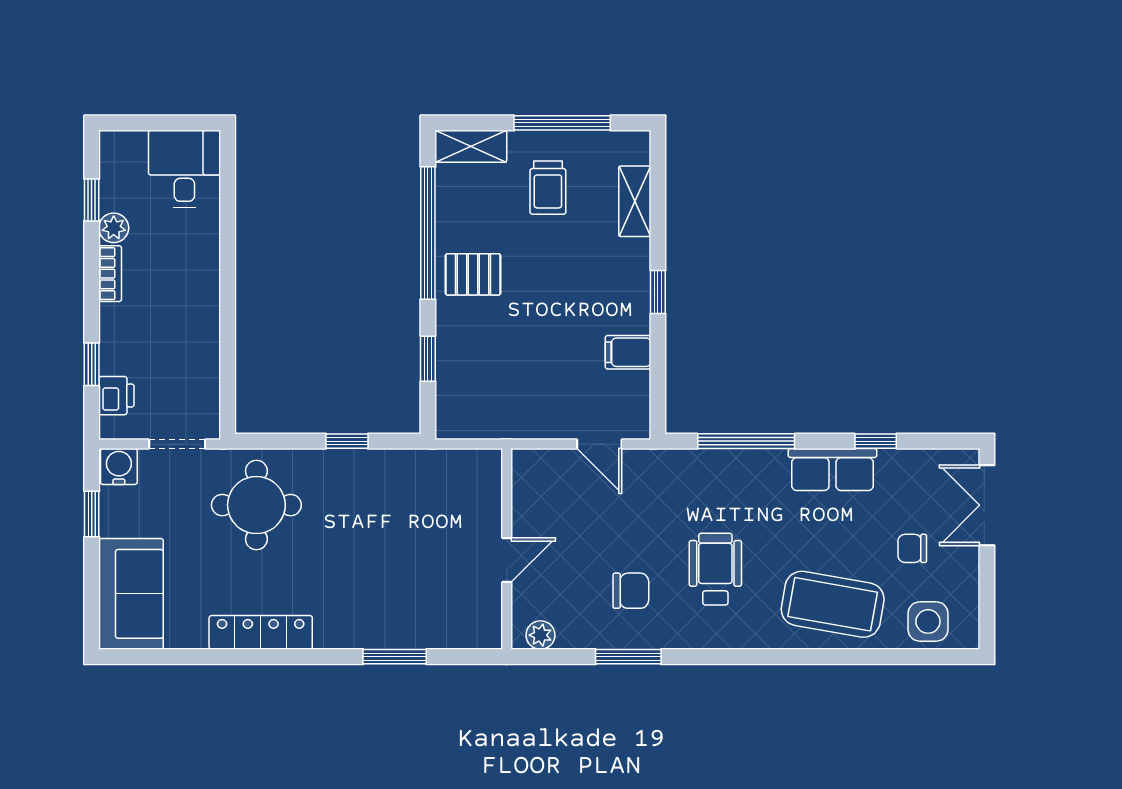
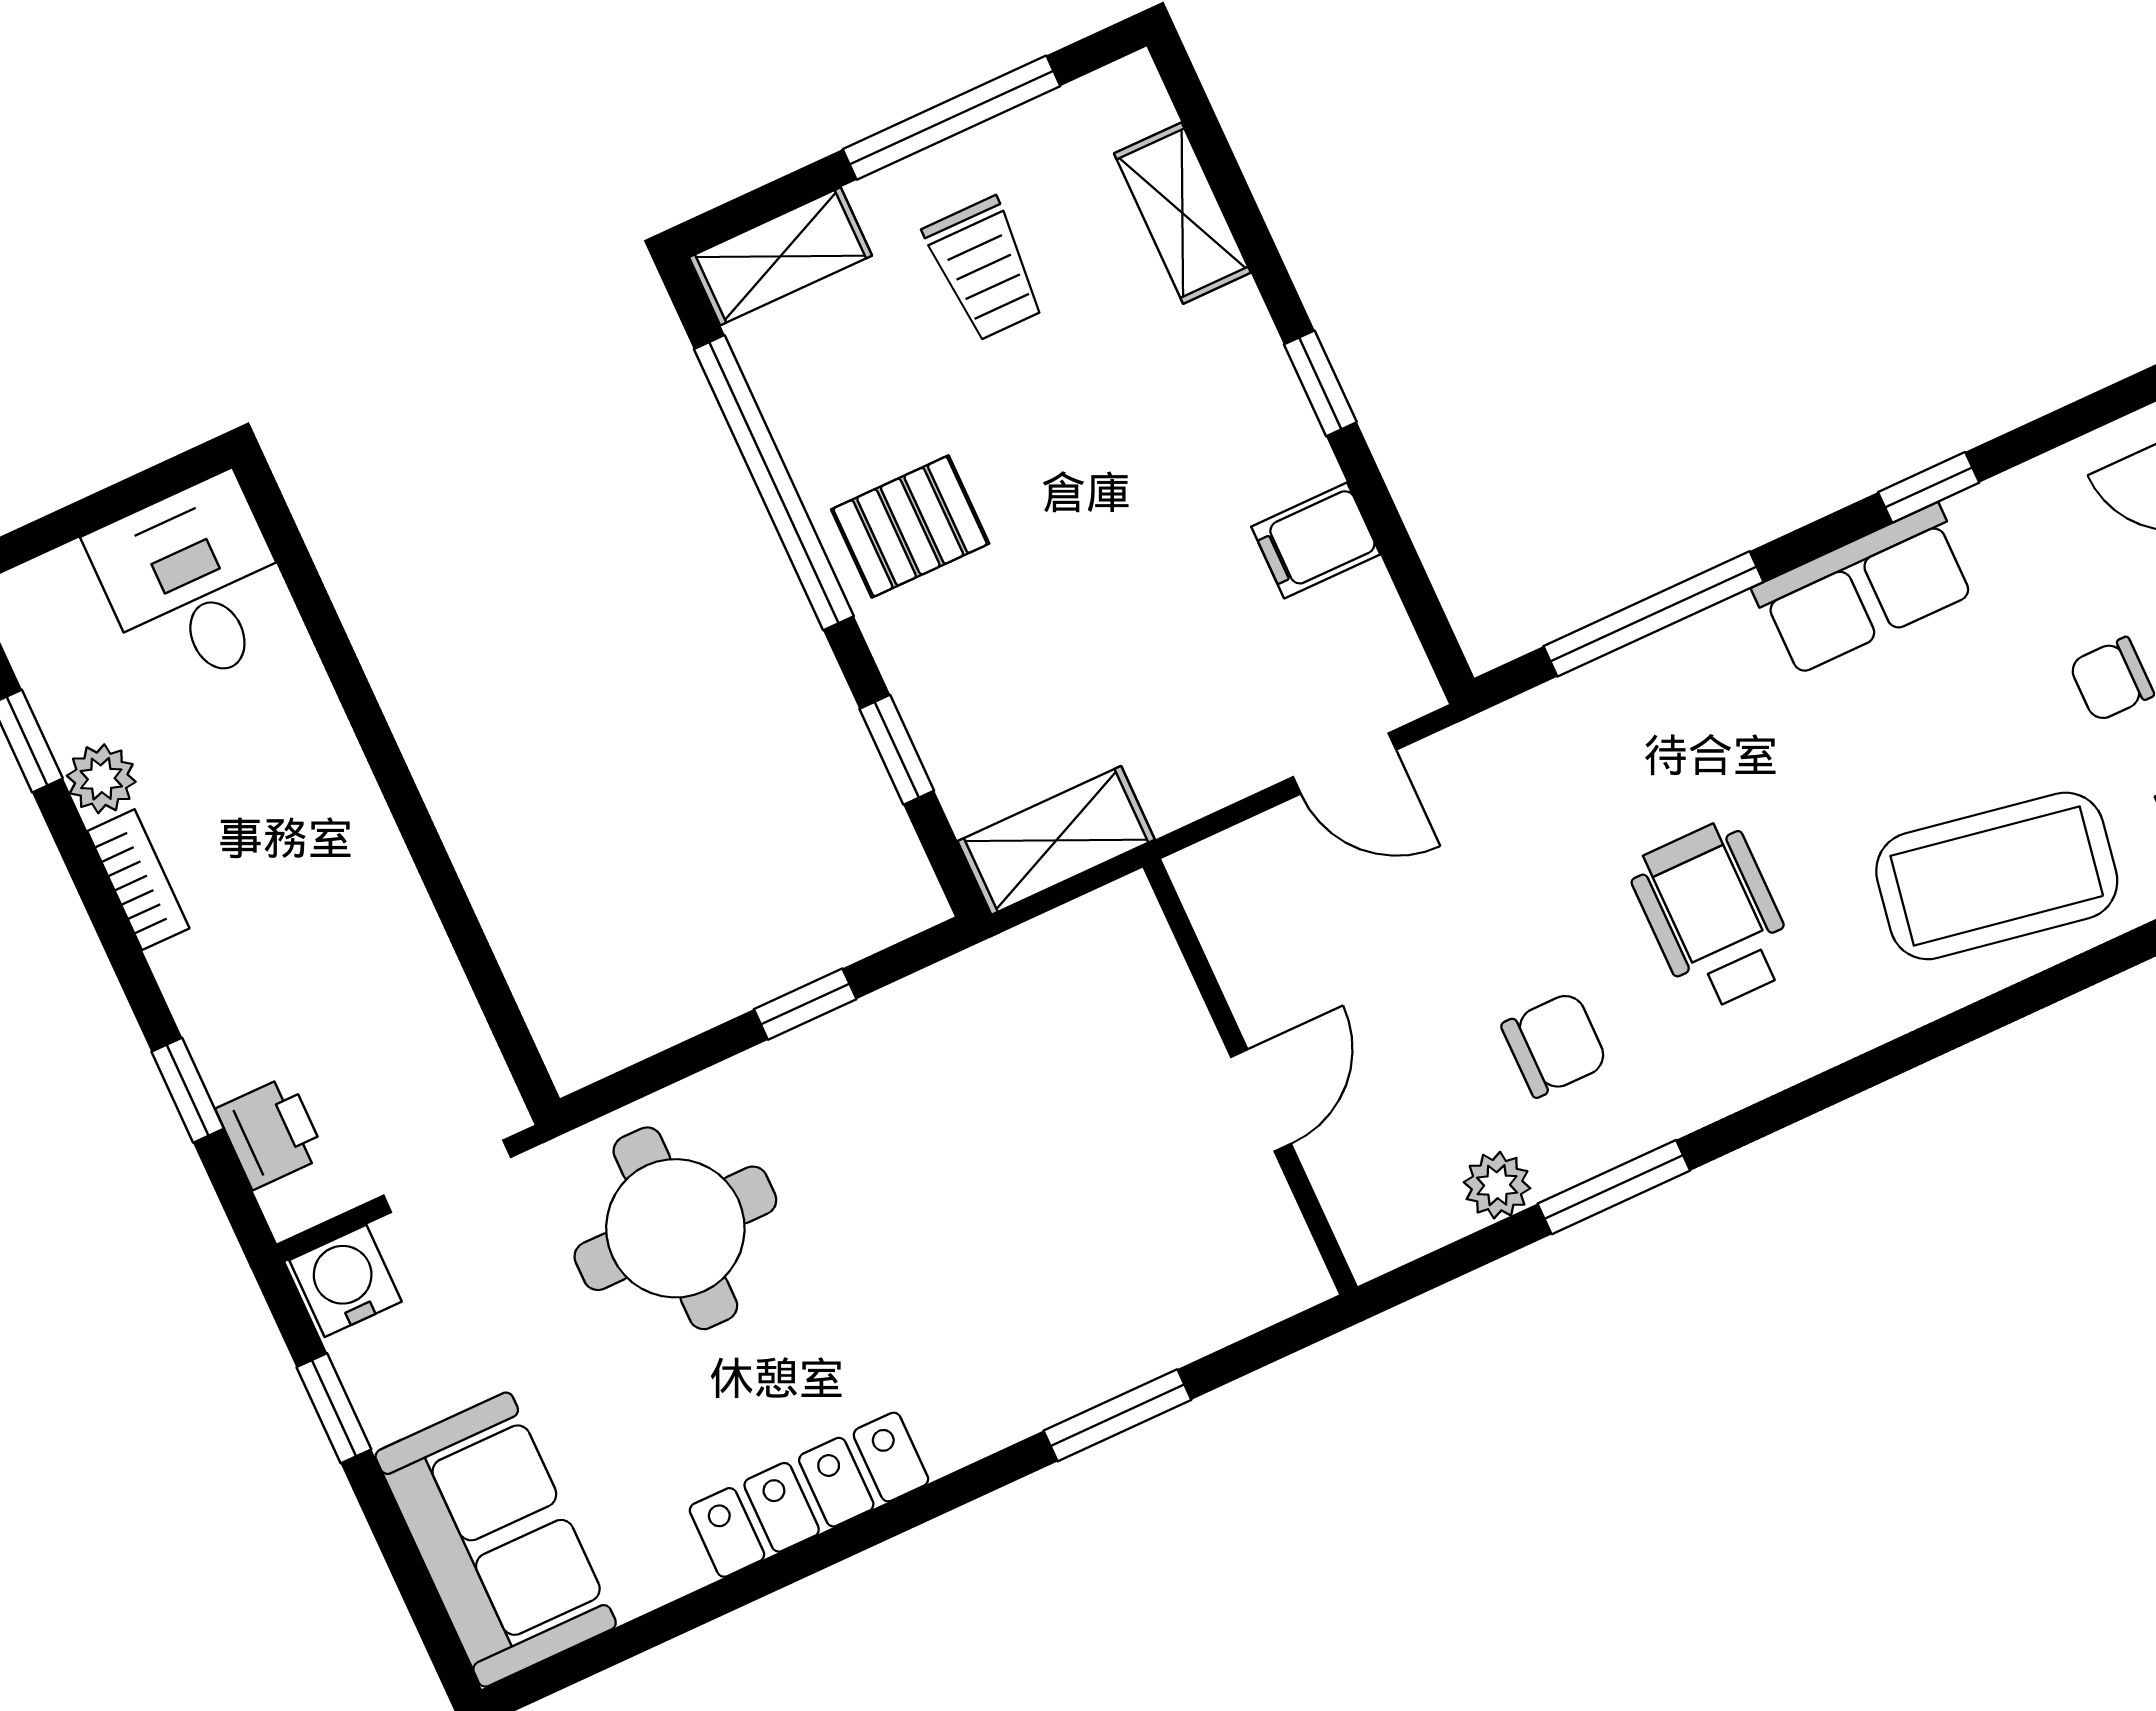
shelving: (474, 422) -> (1056, 840), added
plant: (540, 635) -> (1497, 1185), moved

